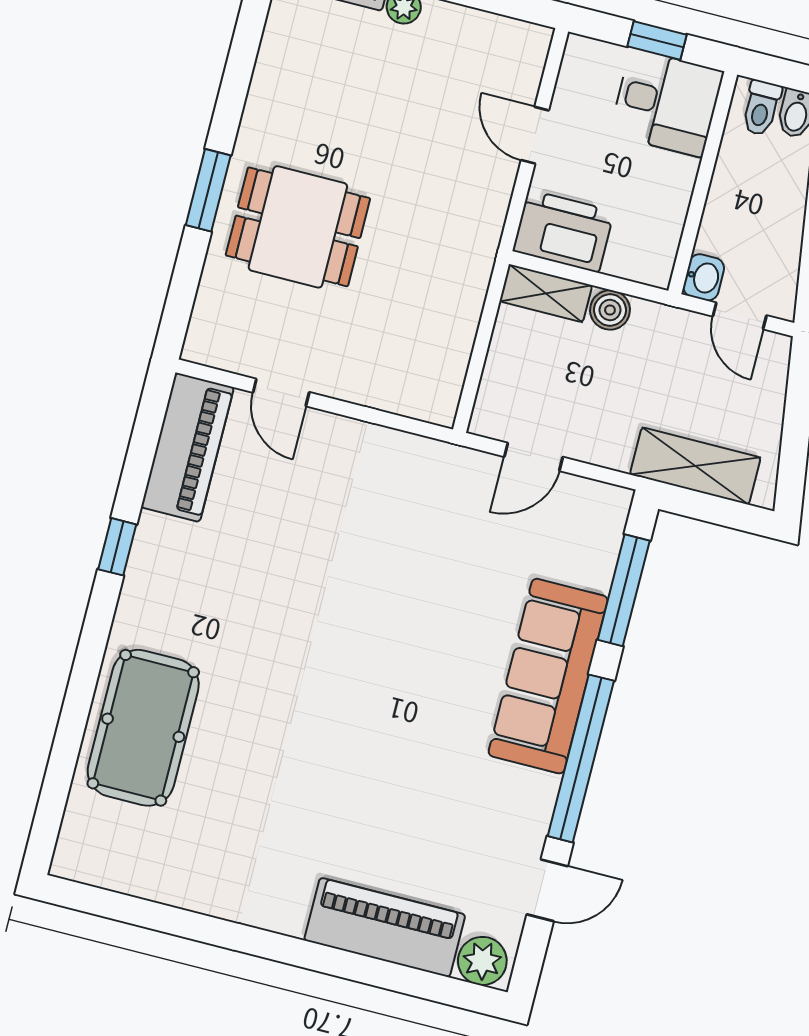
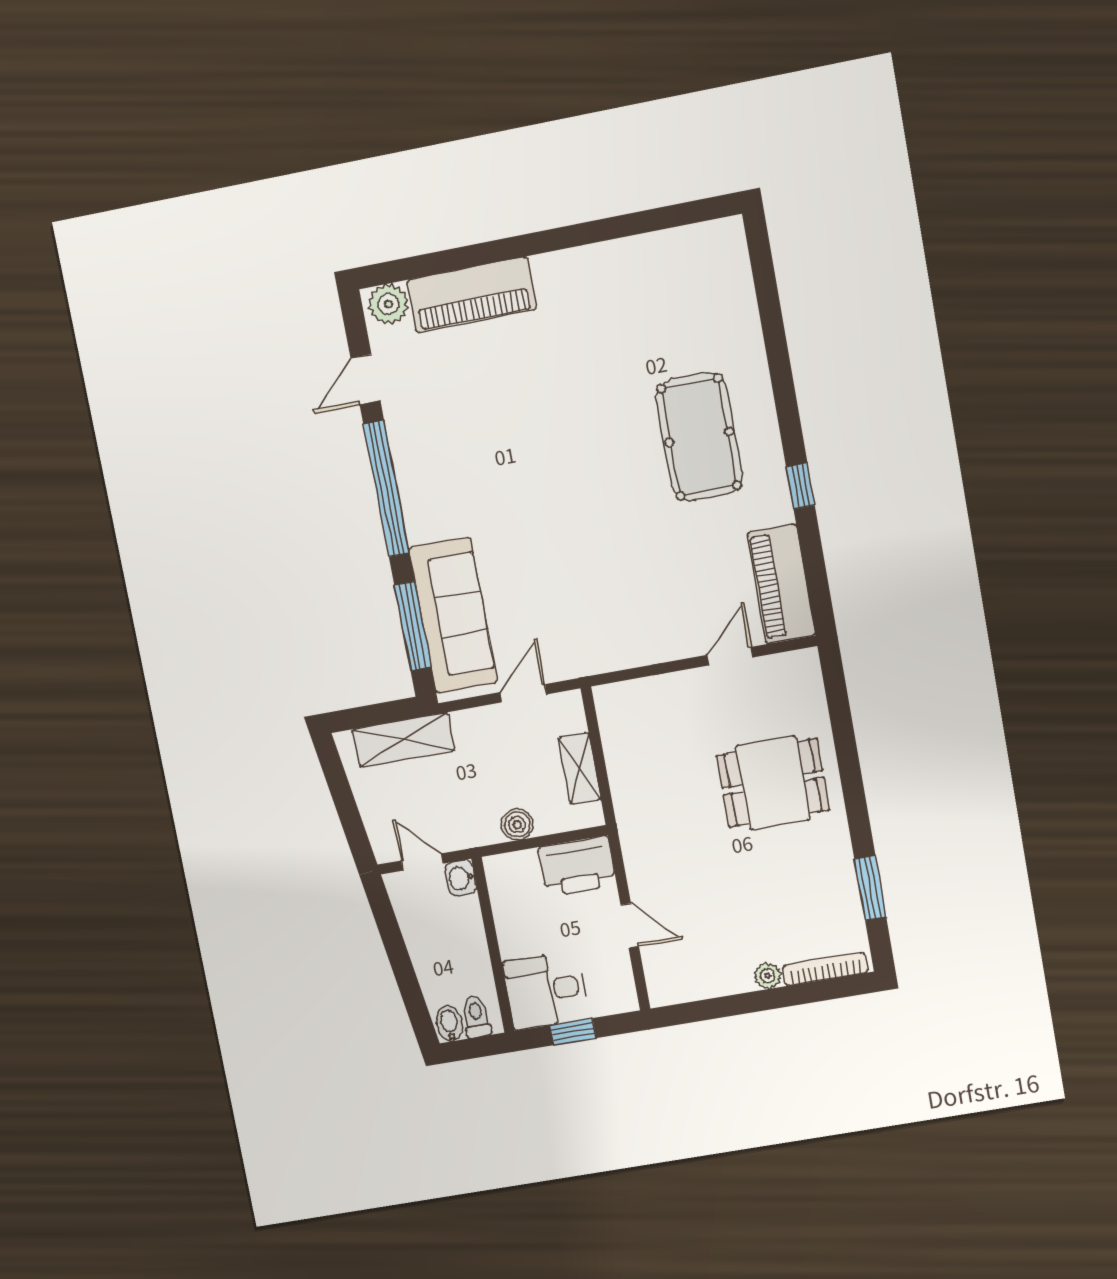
window: (208, 190) -> (870, 888), moved
shelving: (546, 293) -> (580, 768), moved, turned 90
door: (281, 392) -> (730, 656), hinge flipped
sofa: (548, 676) -> (453, 615), moved
pool table: (143, 728) -> (699, 437), moved

